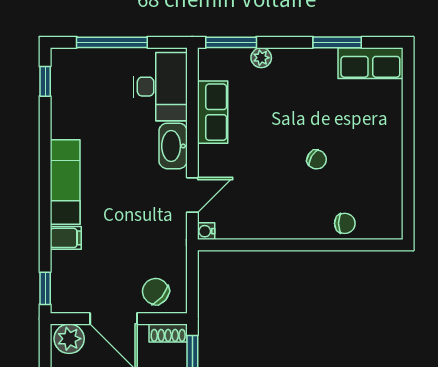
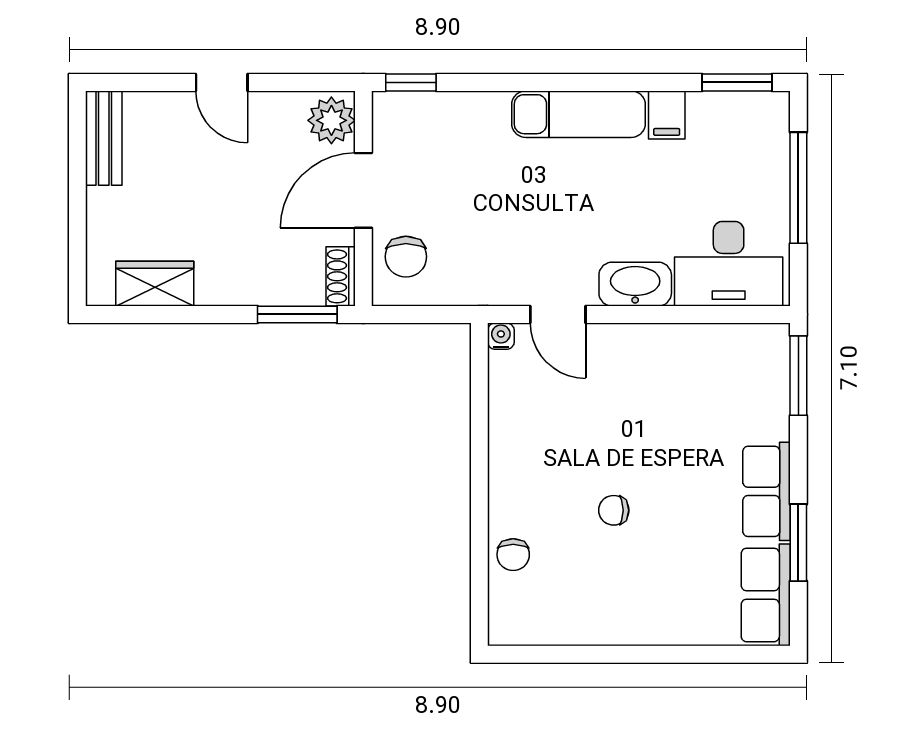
plant: (261, 58) -> (774, 423), removed
window: (45, 81) -> (737, 82), width x1.50
row of seats: (213, 112) -> (766, 491), moved, turned 90
chair: (317, 160) -> (614, 510), turned 59
filing cabinet: (66, 238) -> (667, 115), moved
chair: (156, 291) -> (406, 257), turned 140

